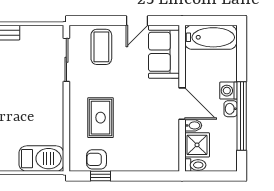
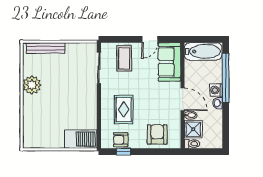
window: (242, 116) -> (226, 78), moved
armchair: (147, 152) -> (157, 134), added

